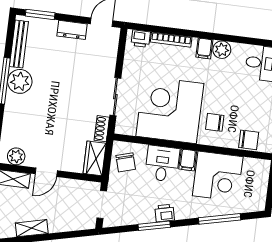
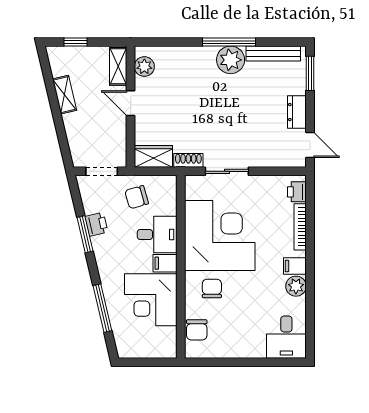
chair: (126, 162) -> (137, 197), moved
printer: (165, 213) -> (96, 224), moved

